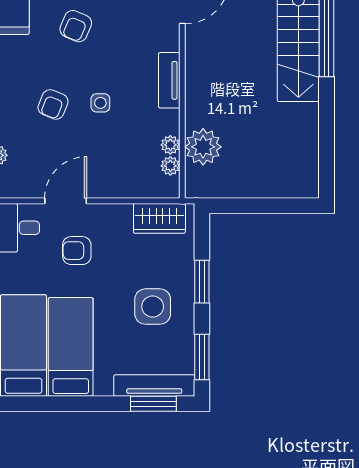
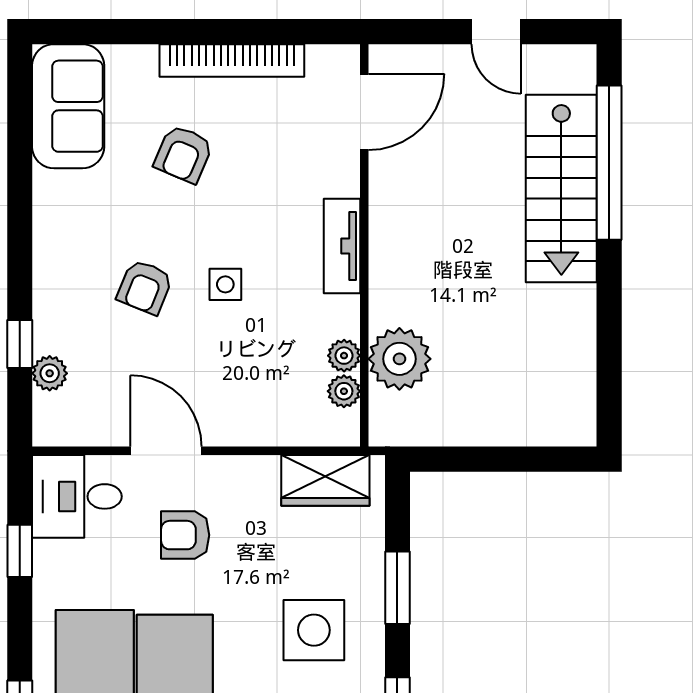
door: (66, 201) -> (166, 451), hinge flipped

